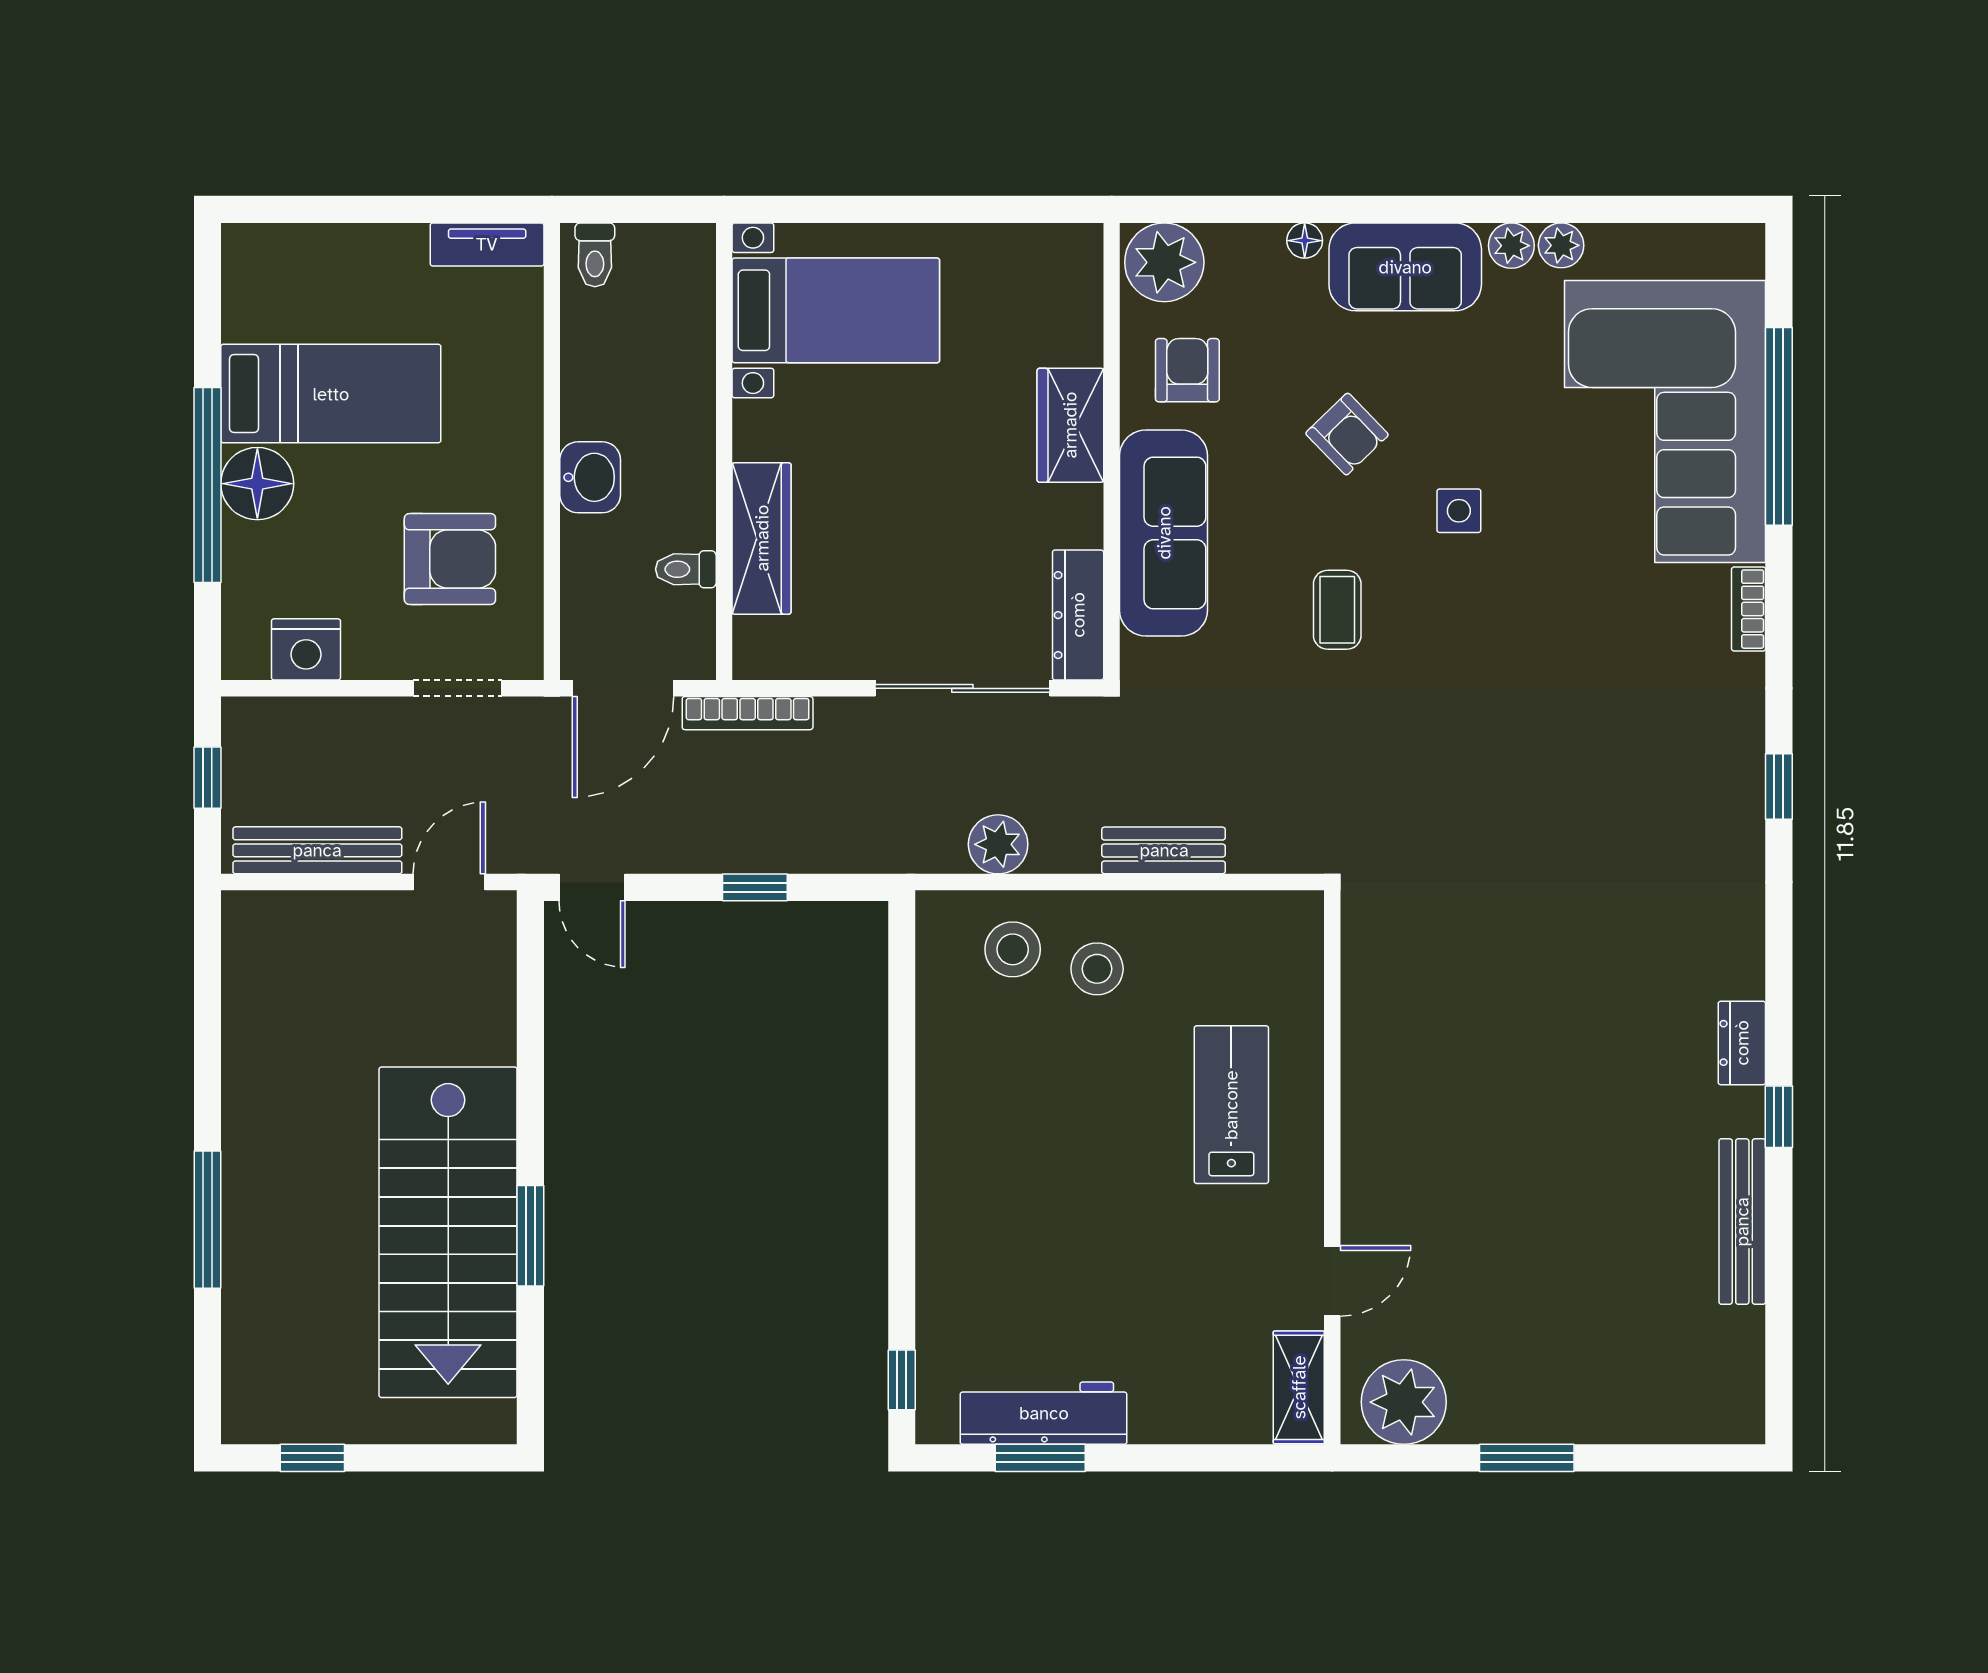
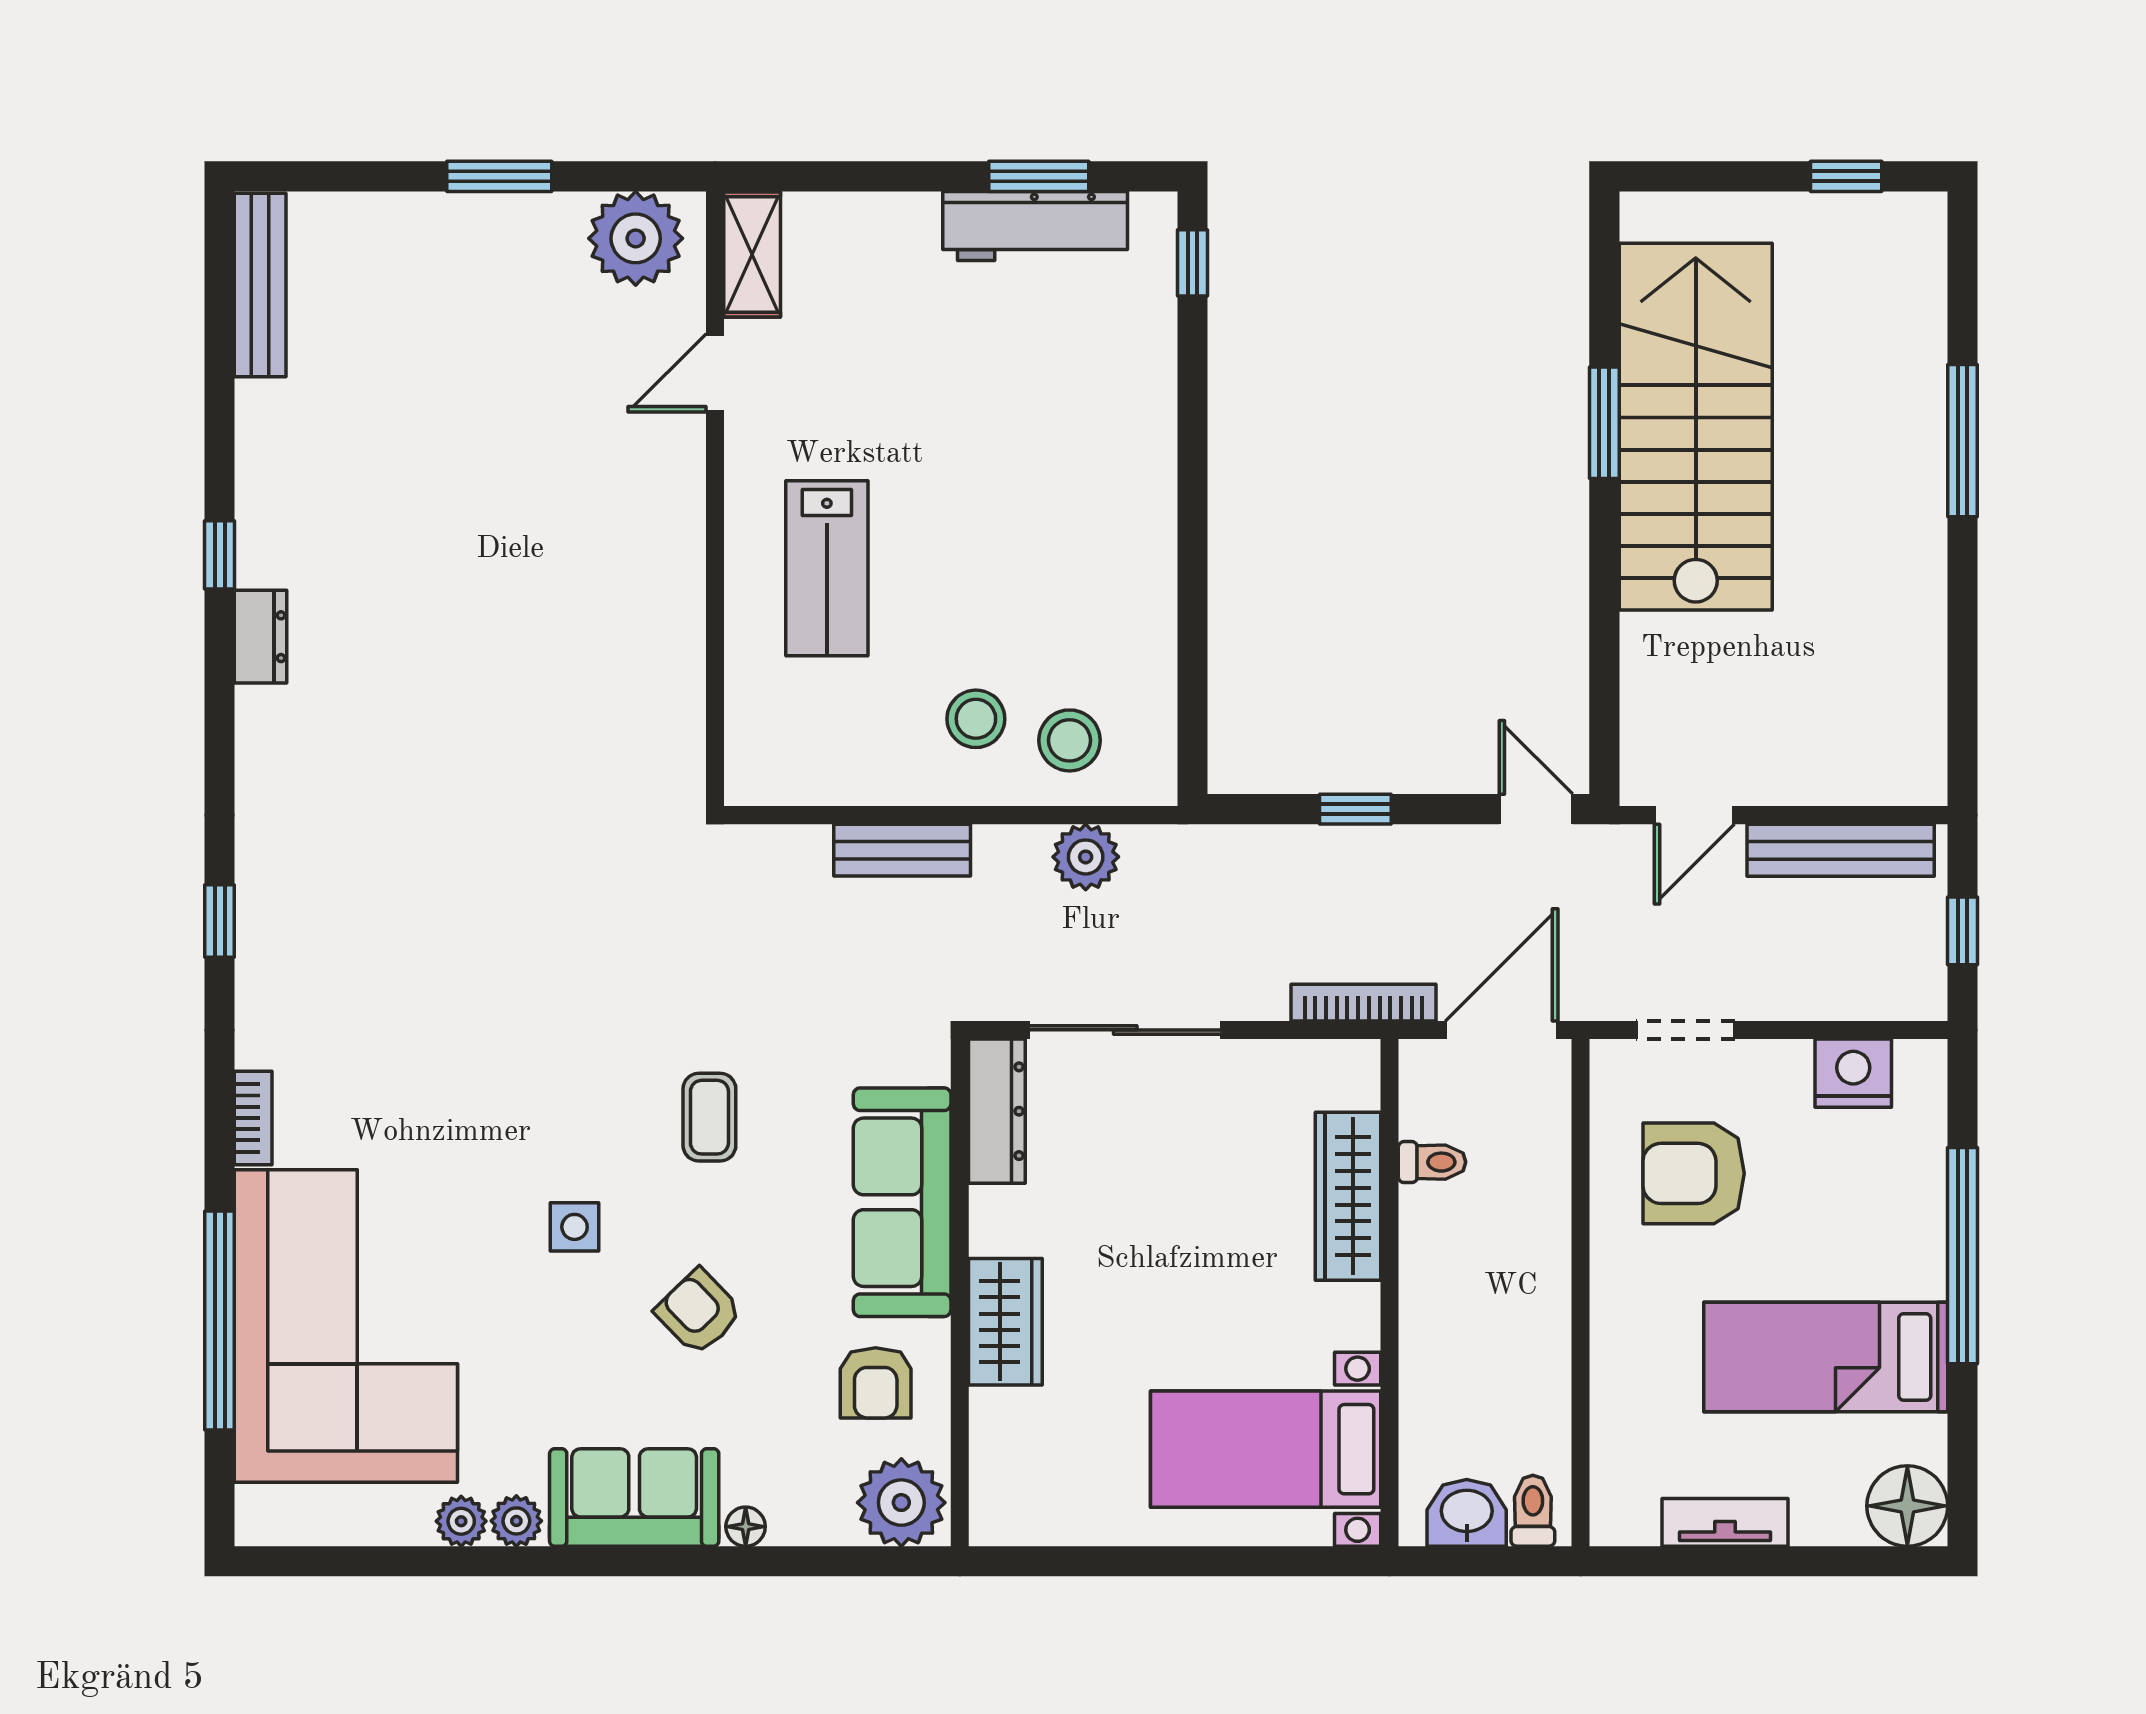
tv unit: (487, 244) -> (1725, 1522), moved
washbasin: (590, 477) -> (1467, 1513), moved, turned 90
floor lamp: (257, 484) -> (1907, 1506), moved
bench: (1742, 1222) -> (260, 285), moved

